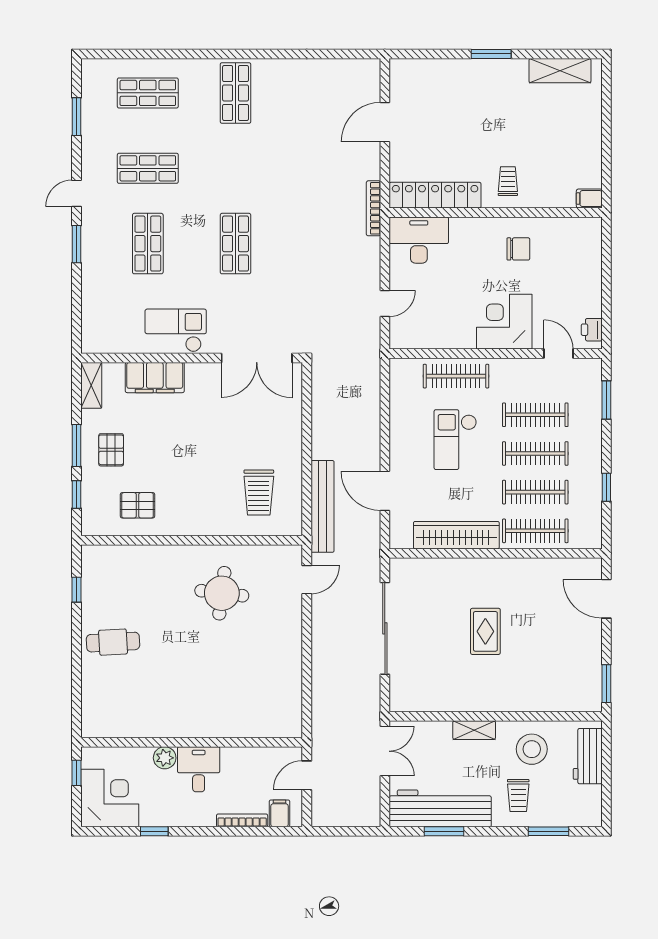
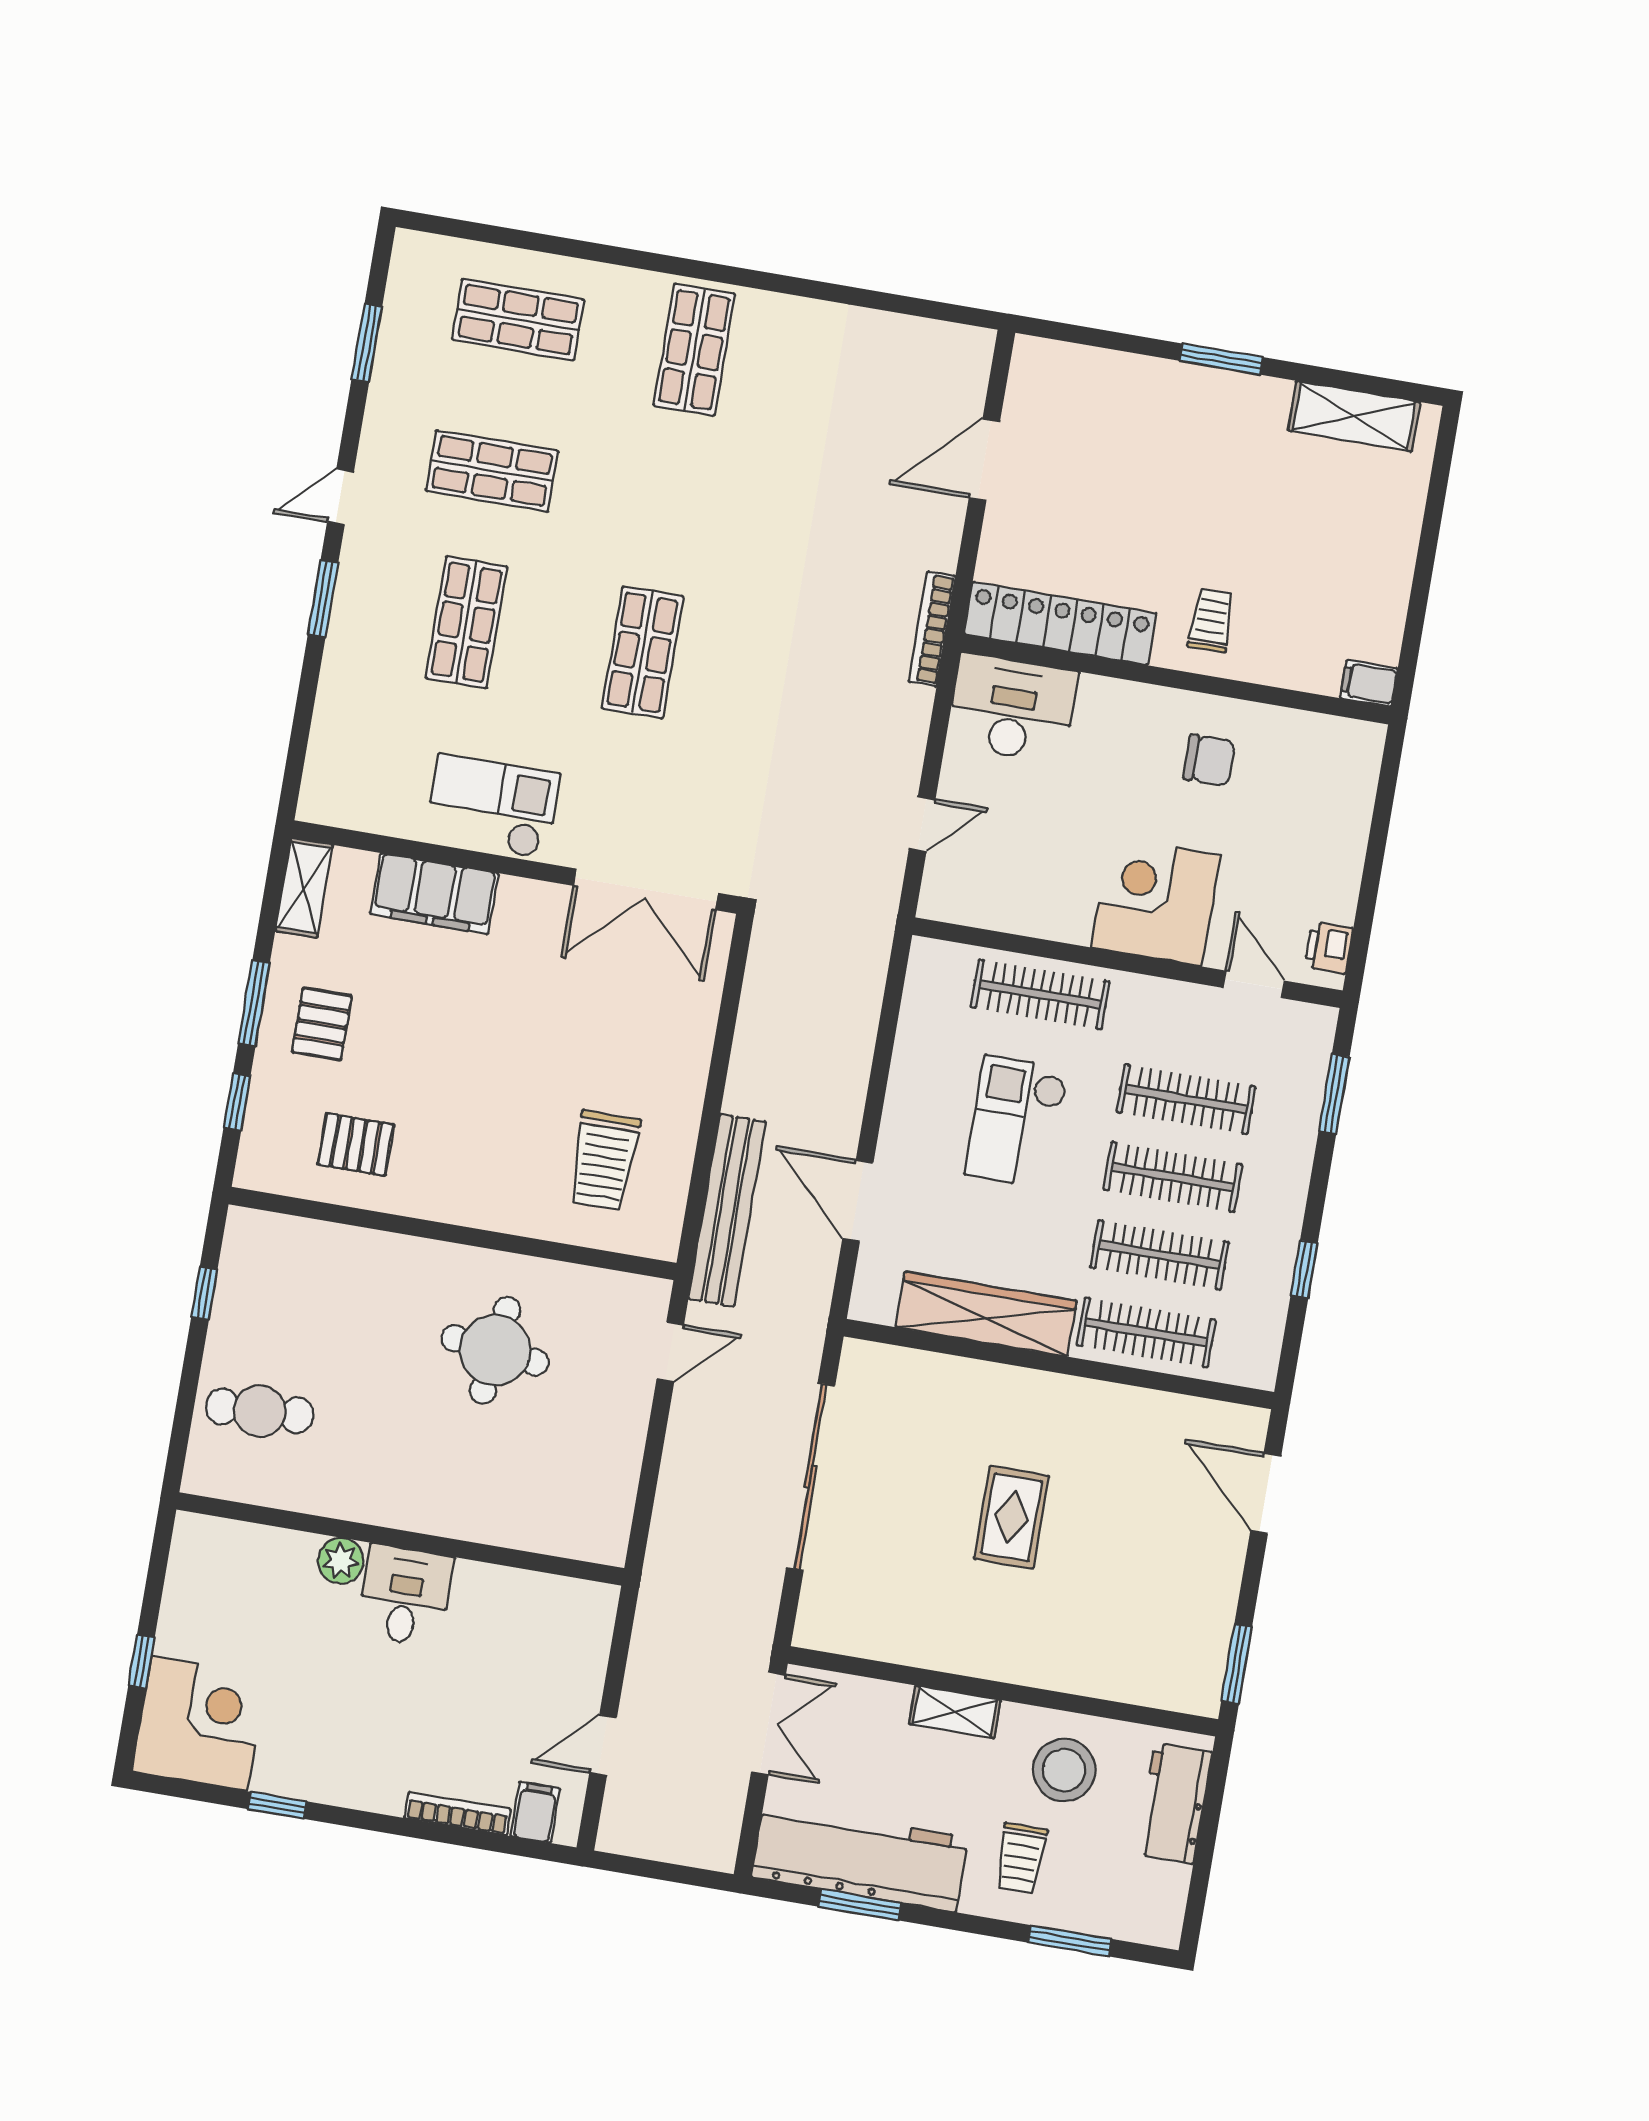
wall: (192, 742) -> (400, 1539), moved
plant: (165, 758) -> (341, 1561), moved
desk: (199, 769) -> (405, 1596), moved

